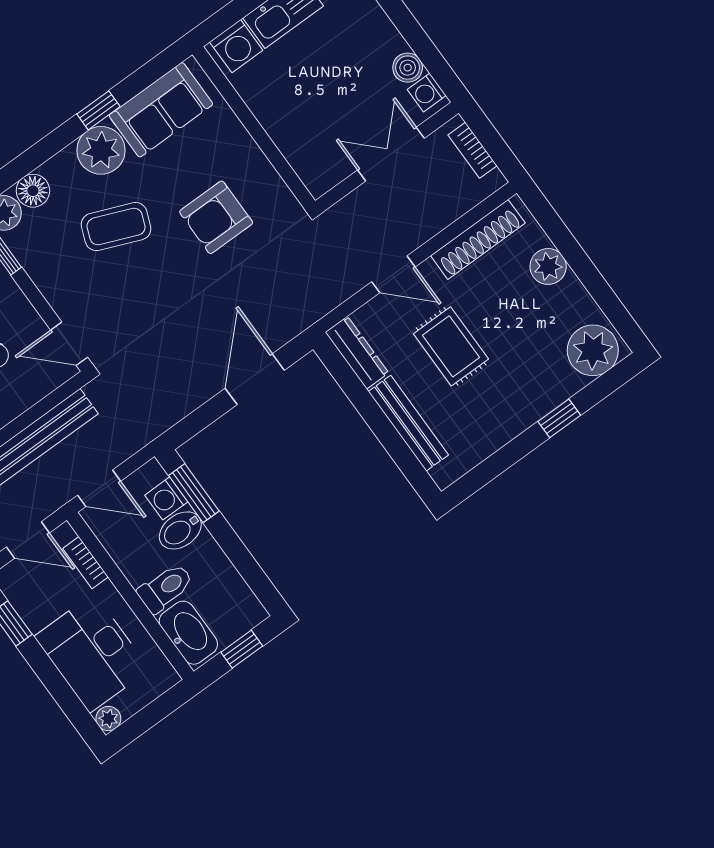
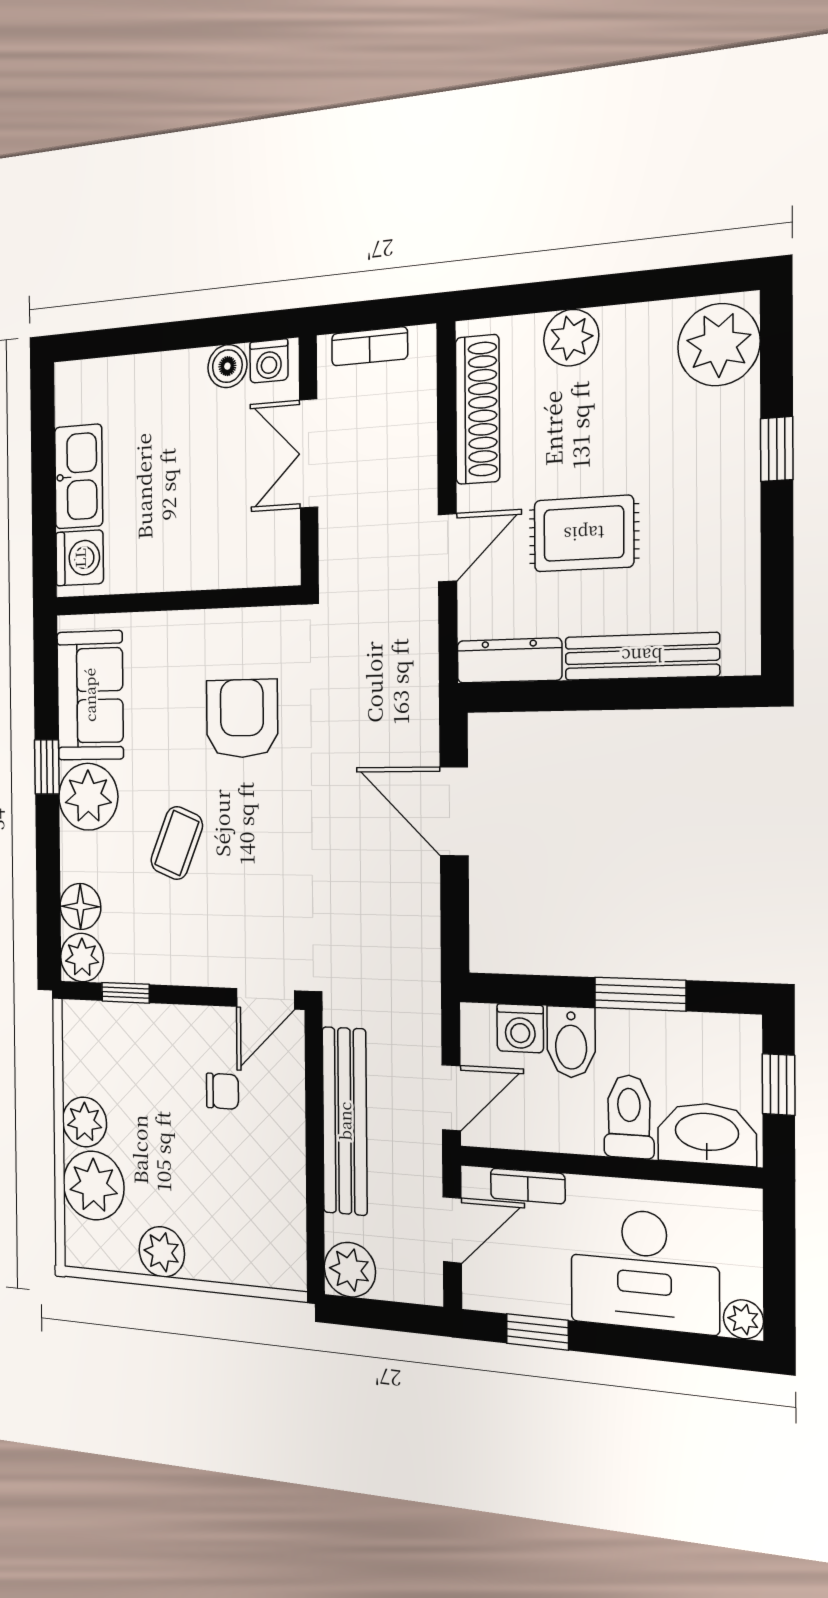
armchair: (216, 217) -> (242, 719), turned 180
coffee table: (116, 227) -> (177, 843), width x0.73, depth x0.77
window: (194, 493) -> (640, 994), moved

